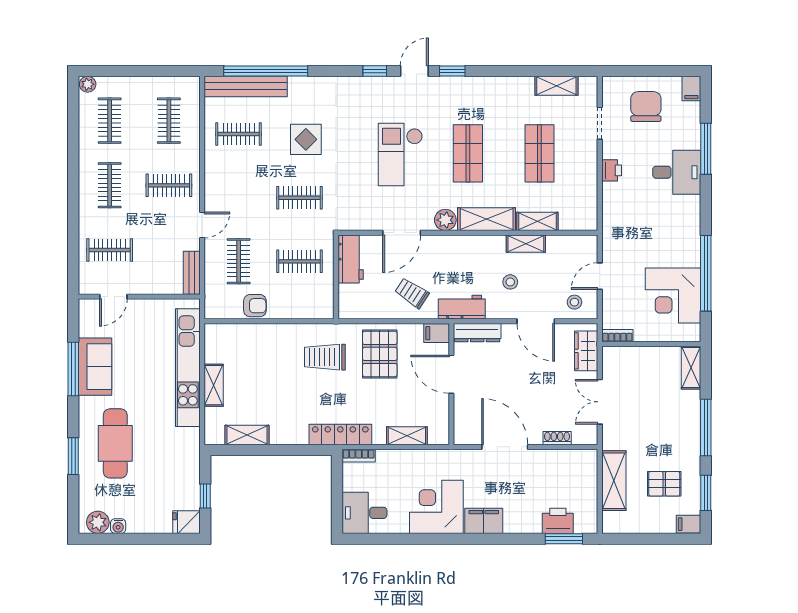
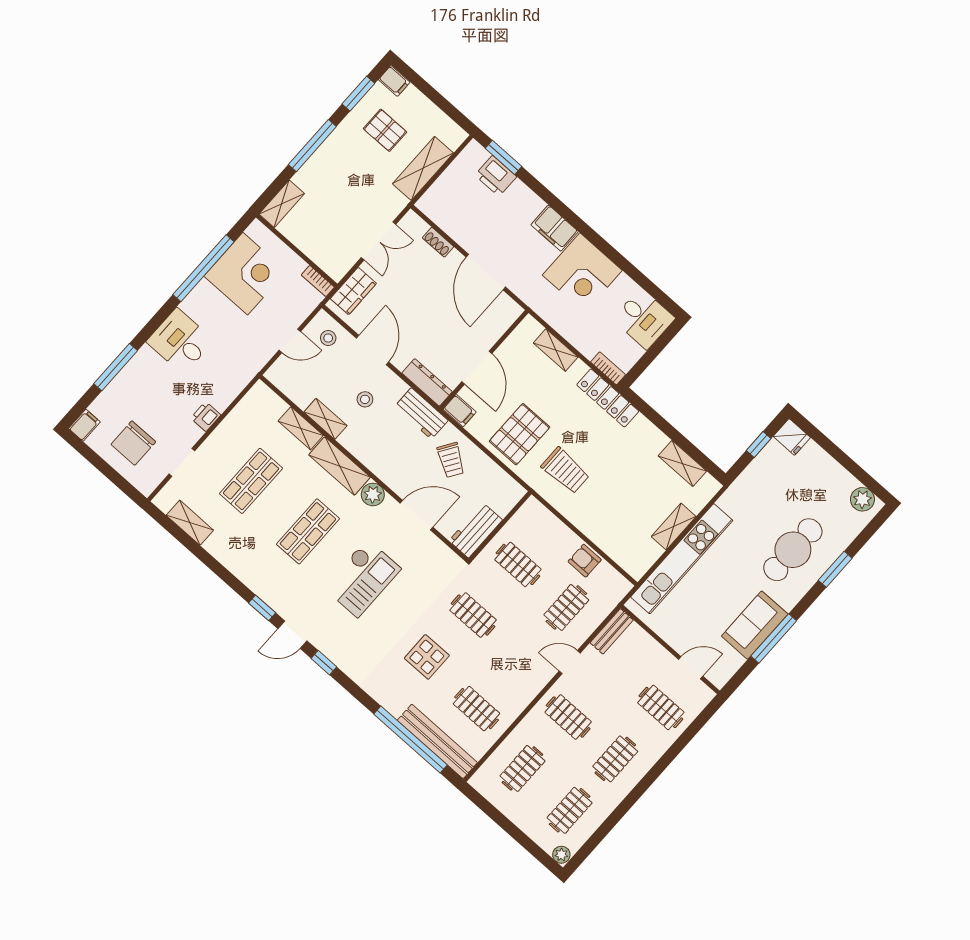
desk: (677, 172) -> (180, 341), moved
water cooler: (118, 526) -> (849, 482), removed

